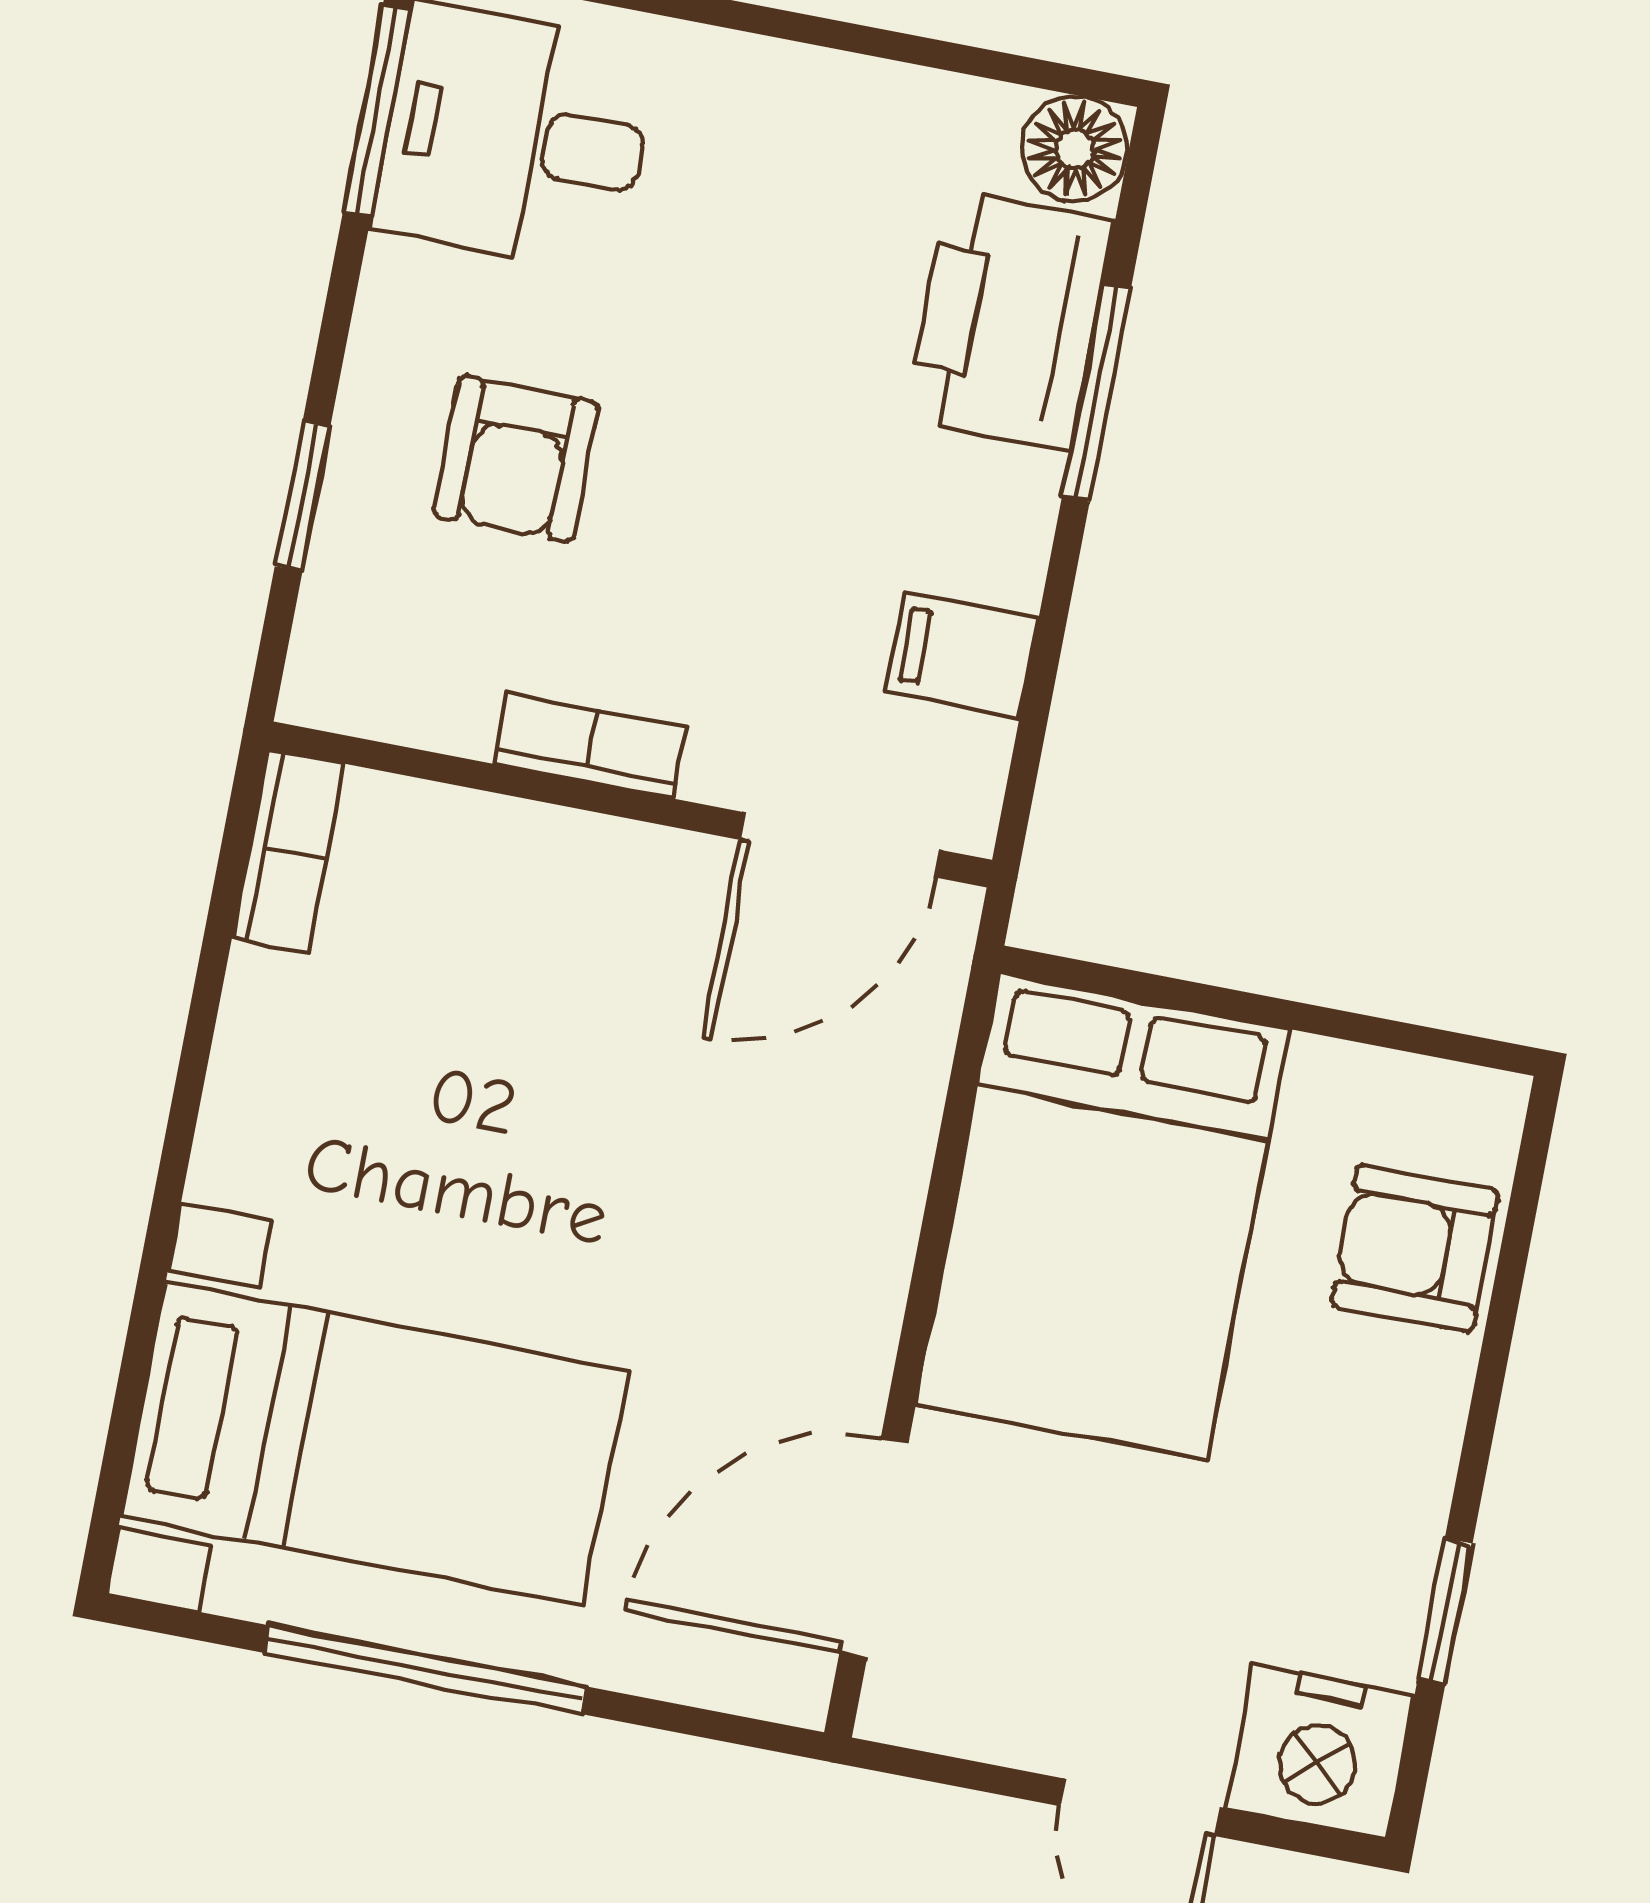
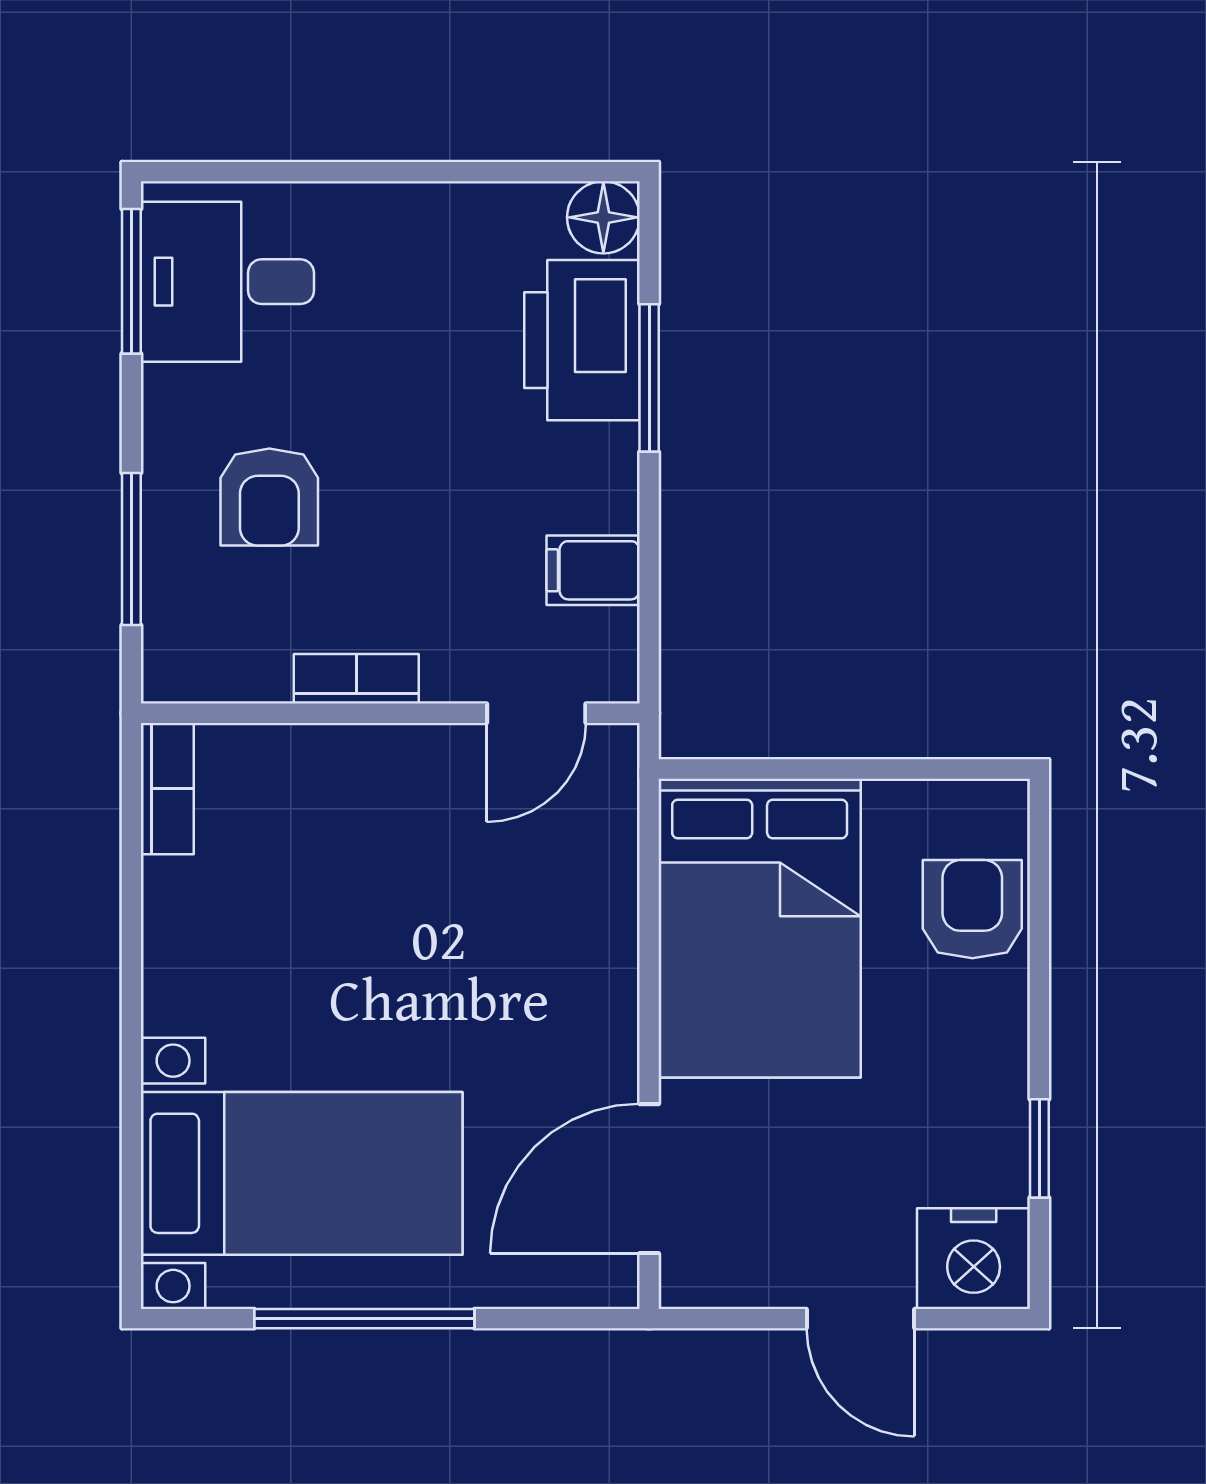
window: (303, 496) -> (131, 549), width x1.50
door: (840, 845) -> (536, 713), width x0.73
armchair: (1415, 1248) -> (972, 909), turned 90

